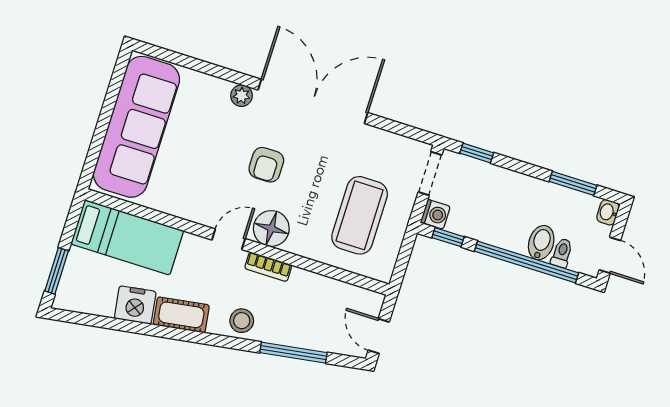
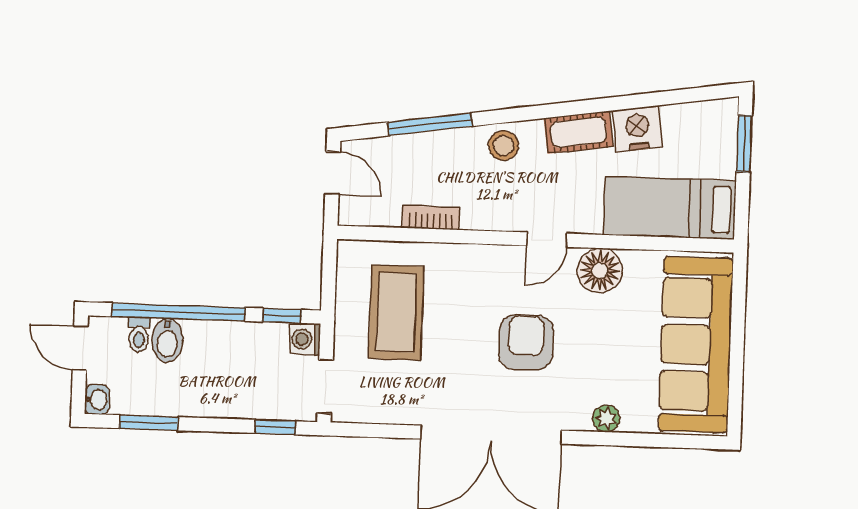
plant: (242, 96) -> (606, 419), moved
armchair: (266, 165) -> (526, 342), width x1.38, depth x1.38
floor lamp: (271, 228) -> (600, 270), moved
bookcase: (268, 267) -> (431, 218), moved

